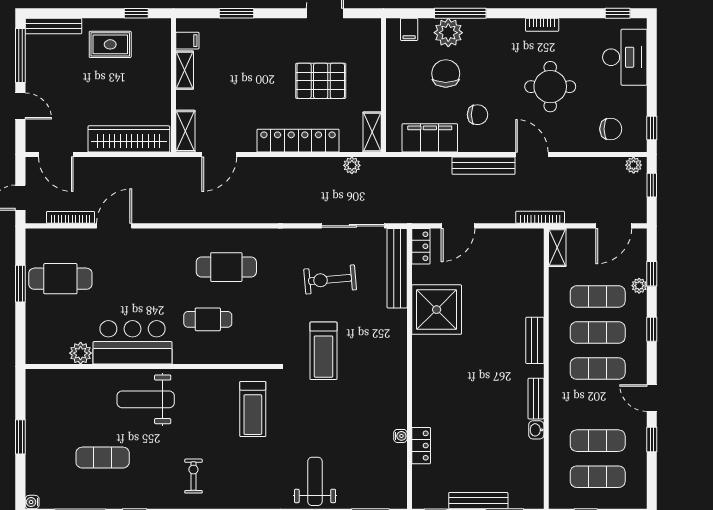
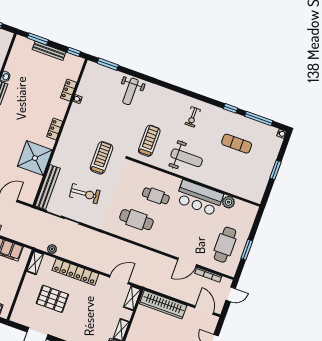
locker: (421, 246) -> (55, 129), moved
cafe table: (60, 279) -> (225, 245), turned 90
weight bench: (146, 399) -> (187, 158), moved

